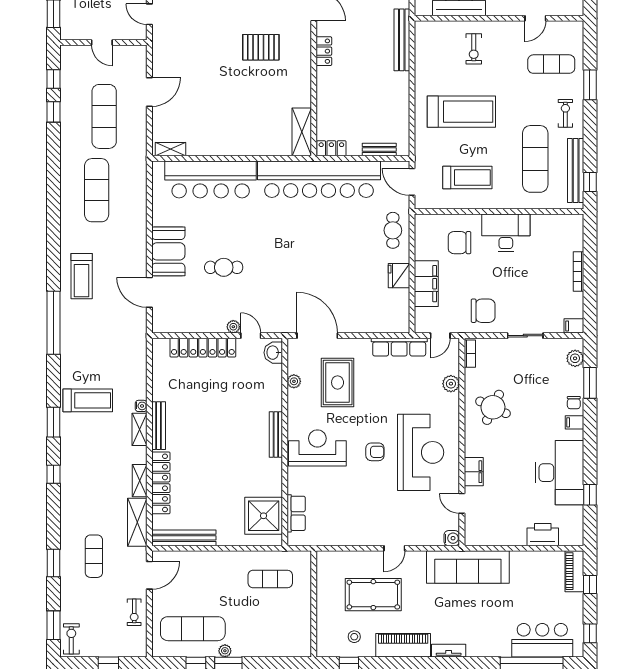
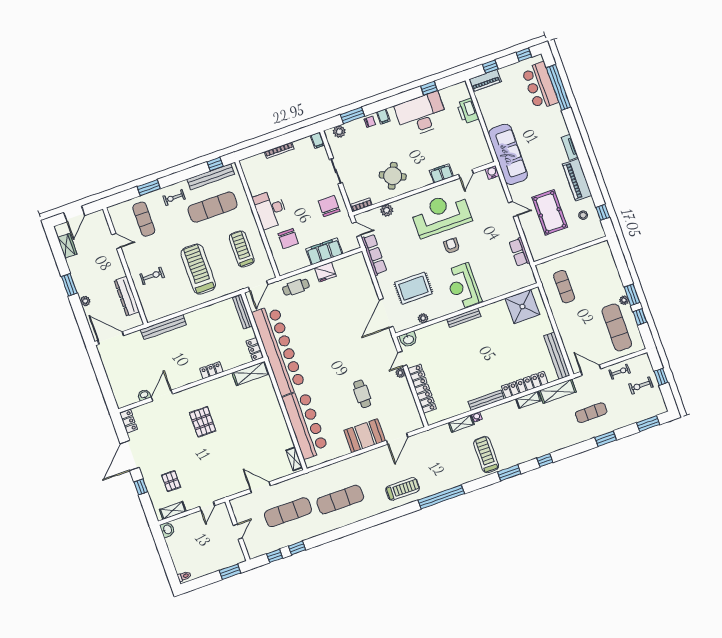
locker: (324, 51) -> (211, 370), moved
bench: (379, 150) -> (242, 312), width x1.36
shelving: (140, 429) -> (461, 424), moved
row of seats: (296, 513) -> (519, 252), moved, turned -90
exercise bike: (71, 639) -> (641, 386), moved

